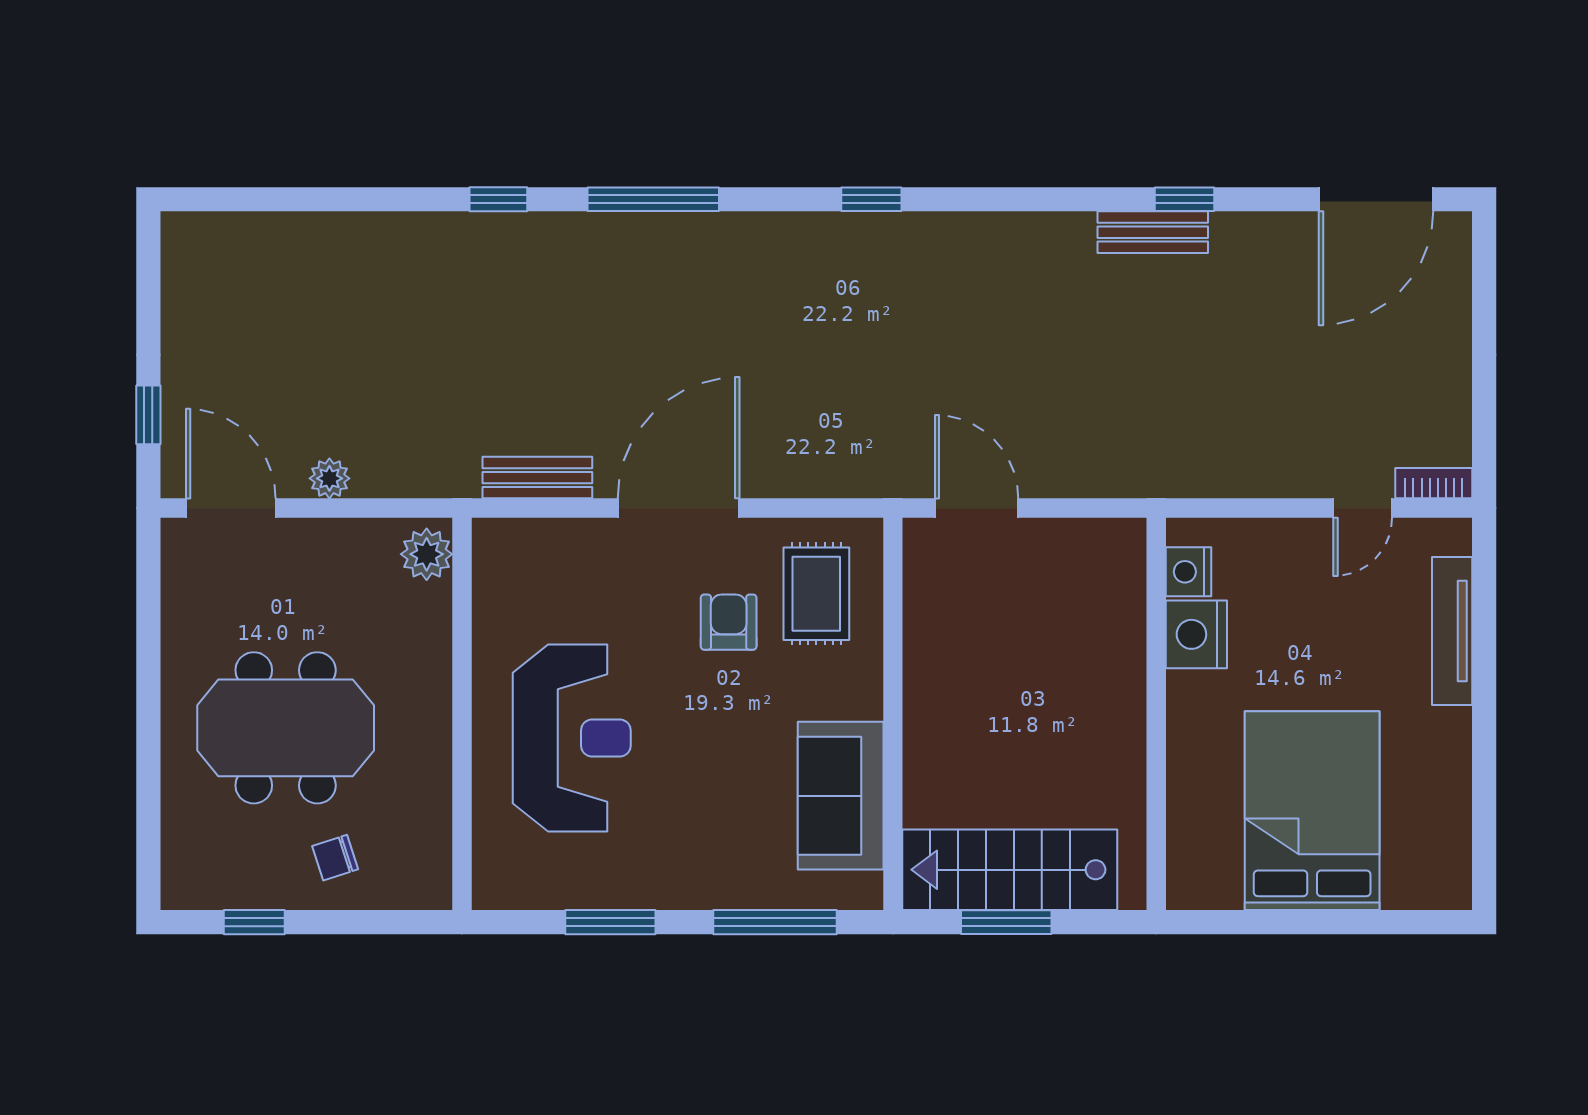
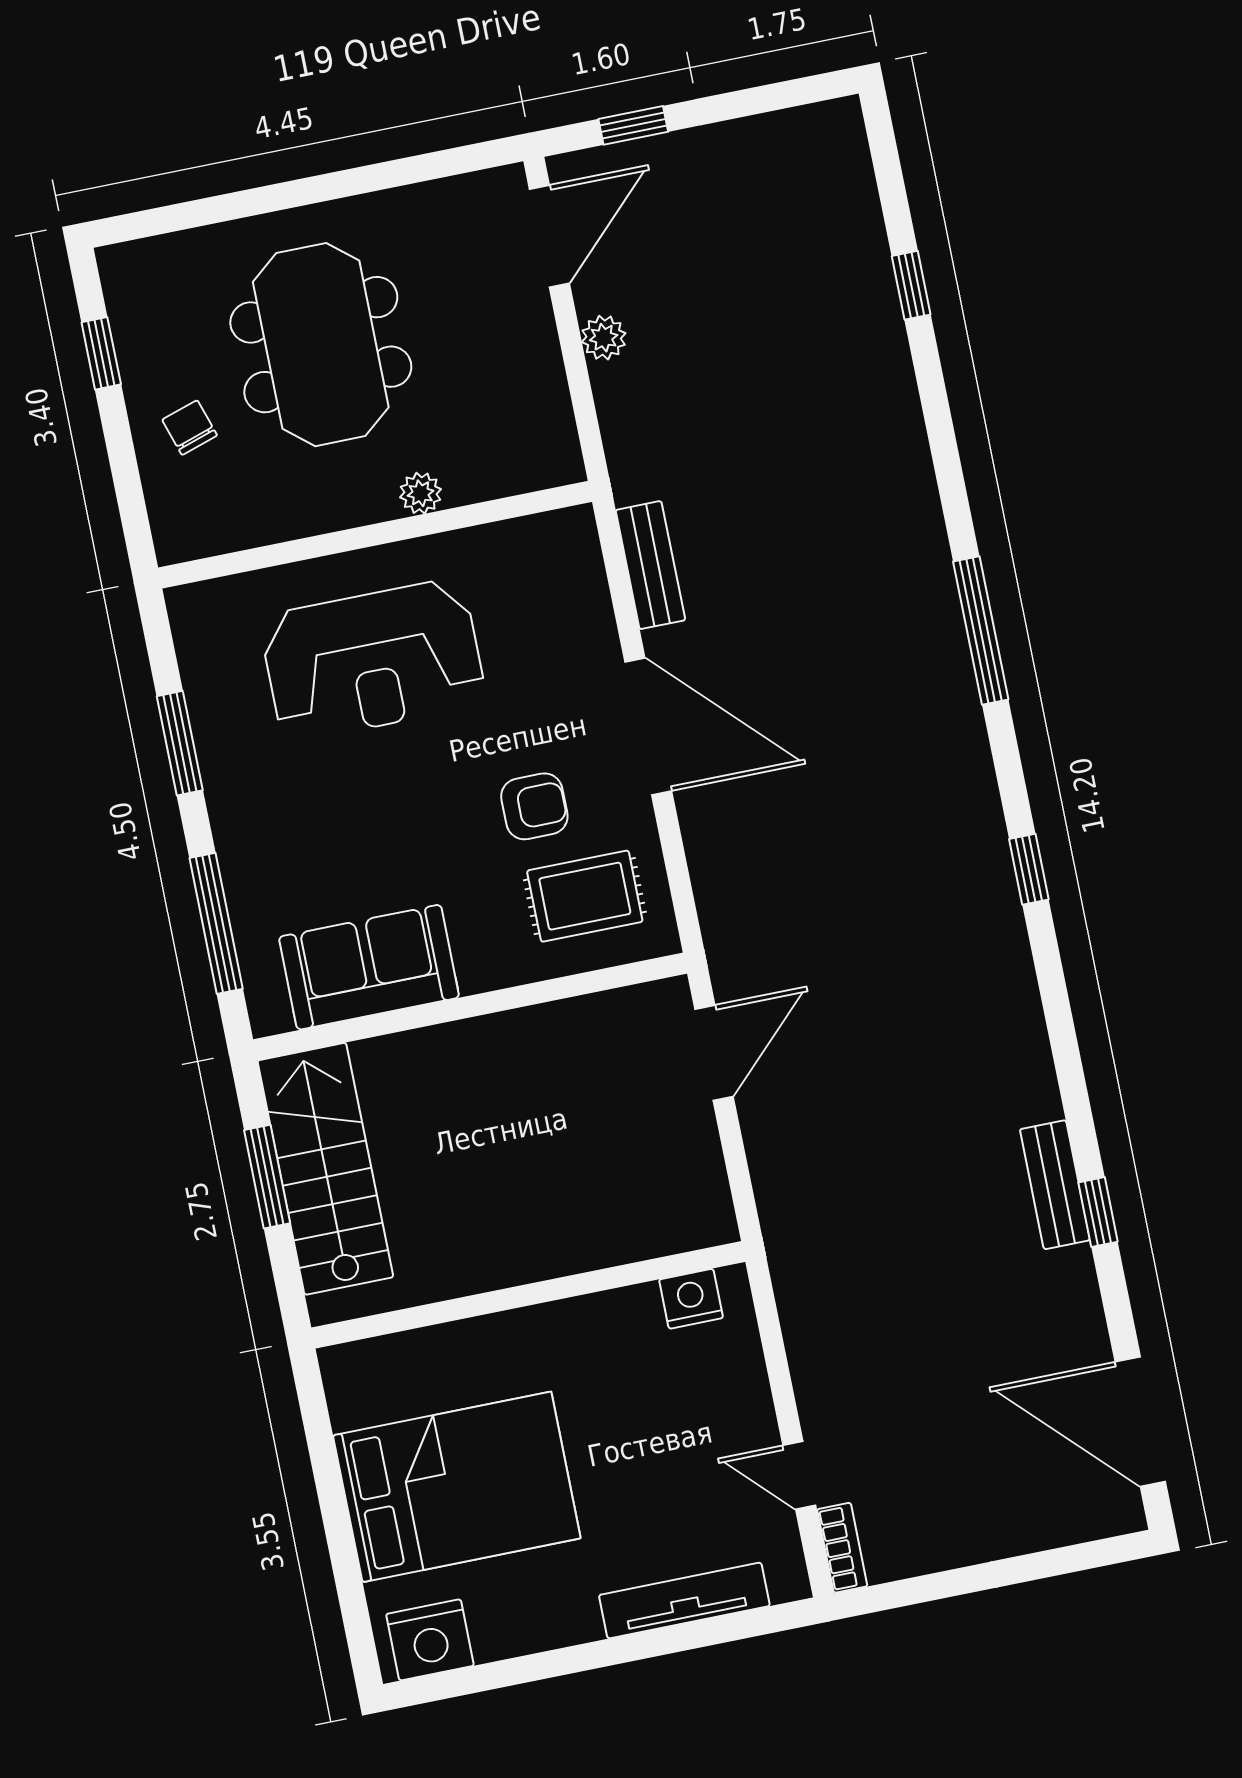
window: (498, 199) -> (911, 285), moved
plant: (427, 554) -> (421, 493), moved, width x0.73, depth x0.73
nightstand: (1196, 634) -> (430, 1640), moved, turned 180

